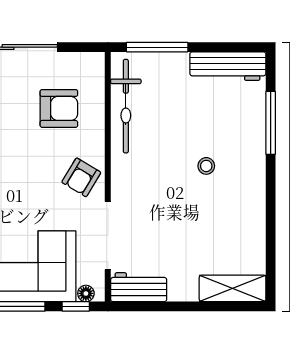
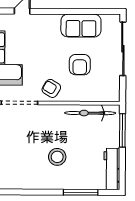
armchair: (59, 108) -> (80, 65), moved
stool: (206, 166) -> (57, 157), width x1.89, depth x1.89

